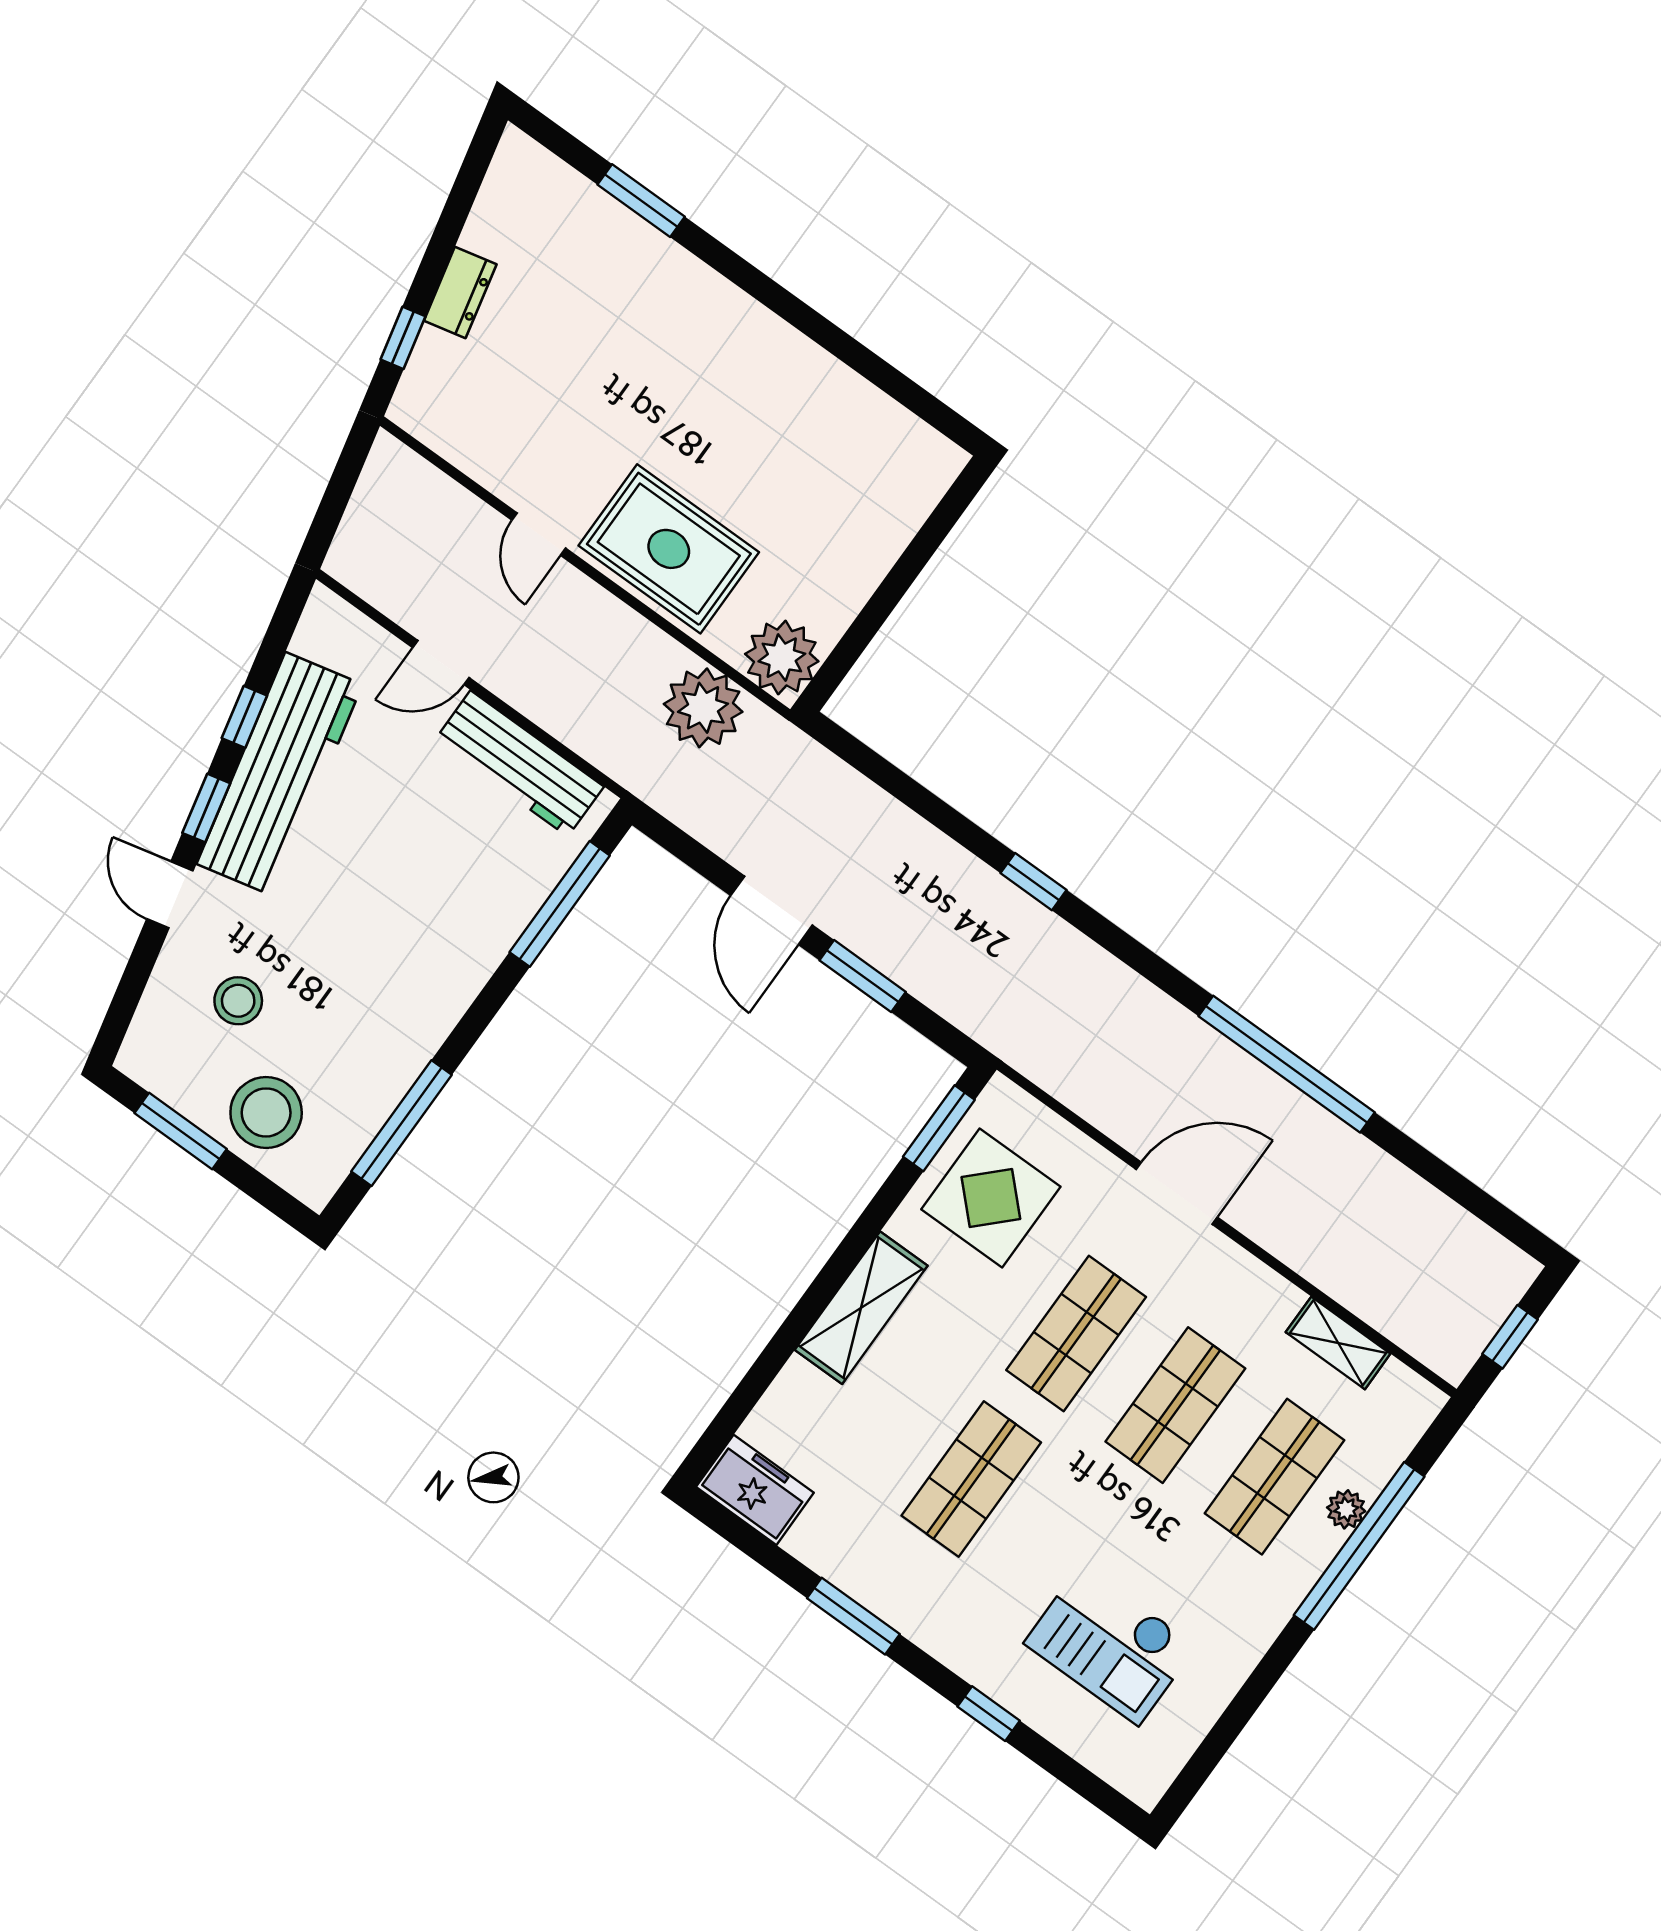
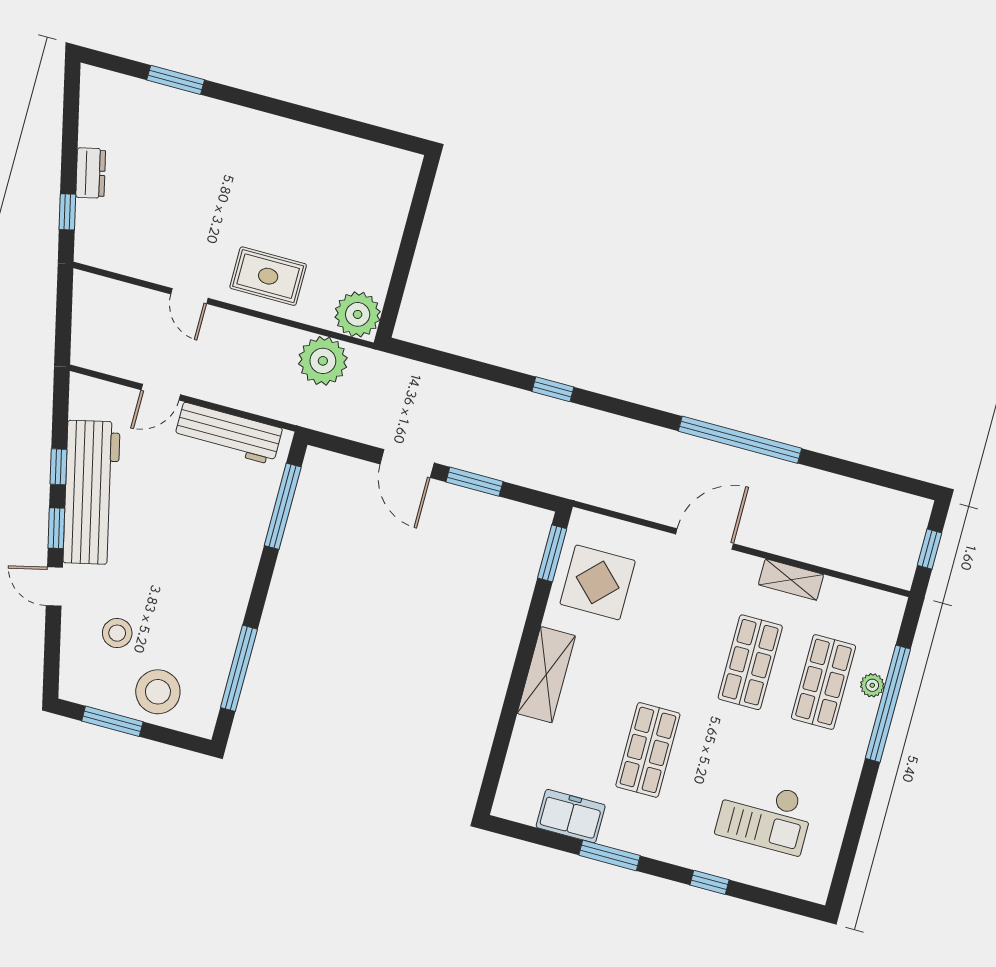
rug: (669, 549) -> (268, 276), width x0.73, depth x0.70
shop shelf: (1076, 1334) -> (677, 642), removed
shelving: (1338, 1343) -> (791, 580), moved
freezer: (755, 1490) -> (571, 816), moved

